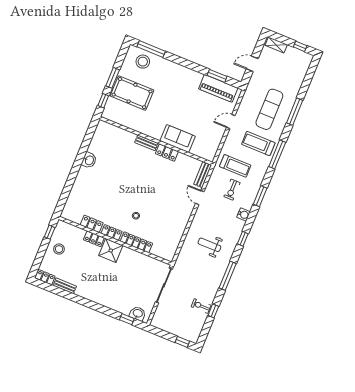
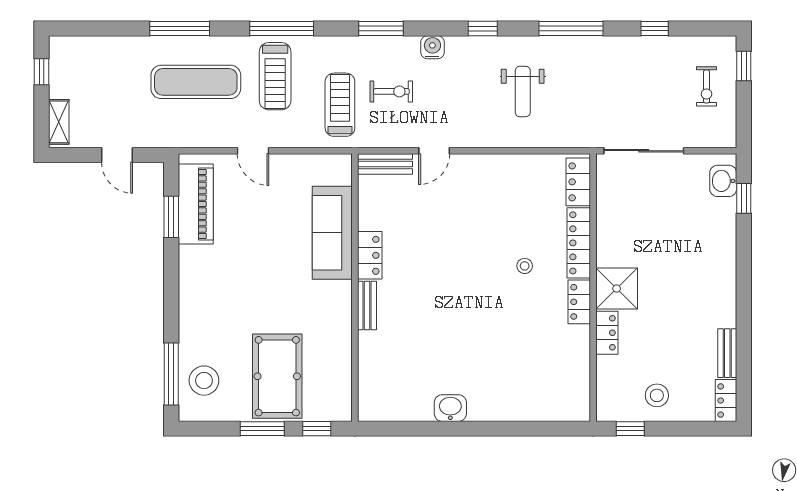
sofa: (178, 139) -> (332, 233), width x1.36
locker: (92, 224) -> (578, 182), moved
exercise bike: (201, 306) -> (706, 86), moved

